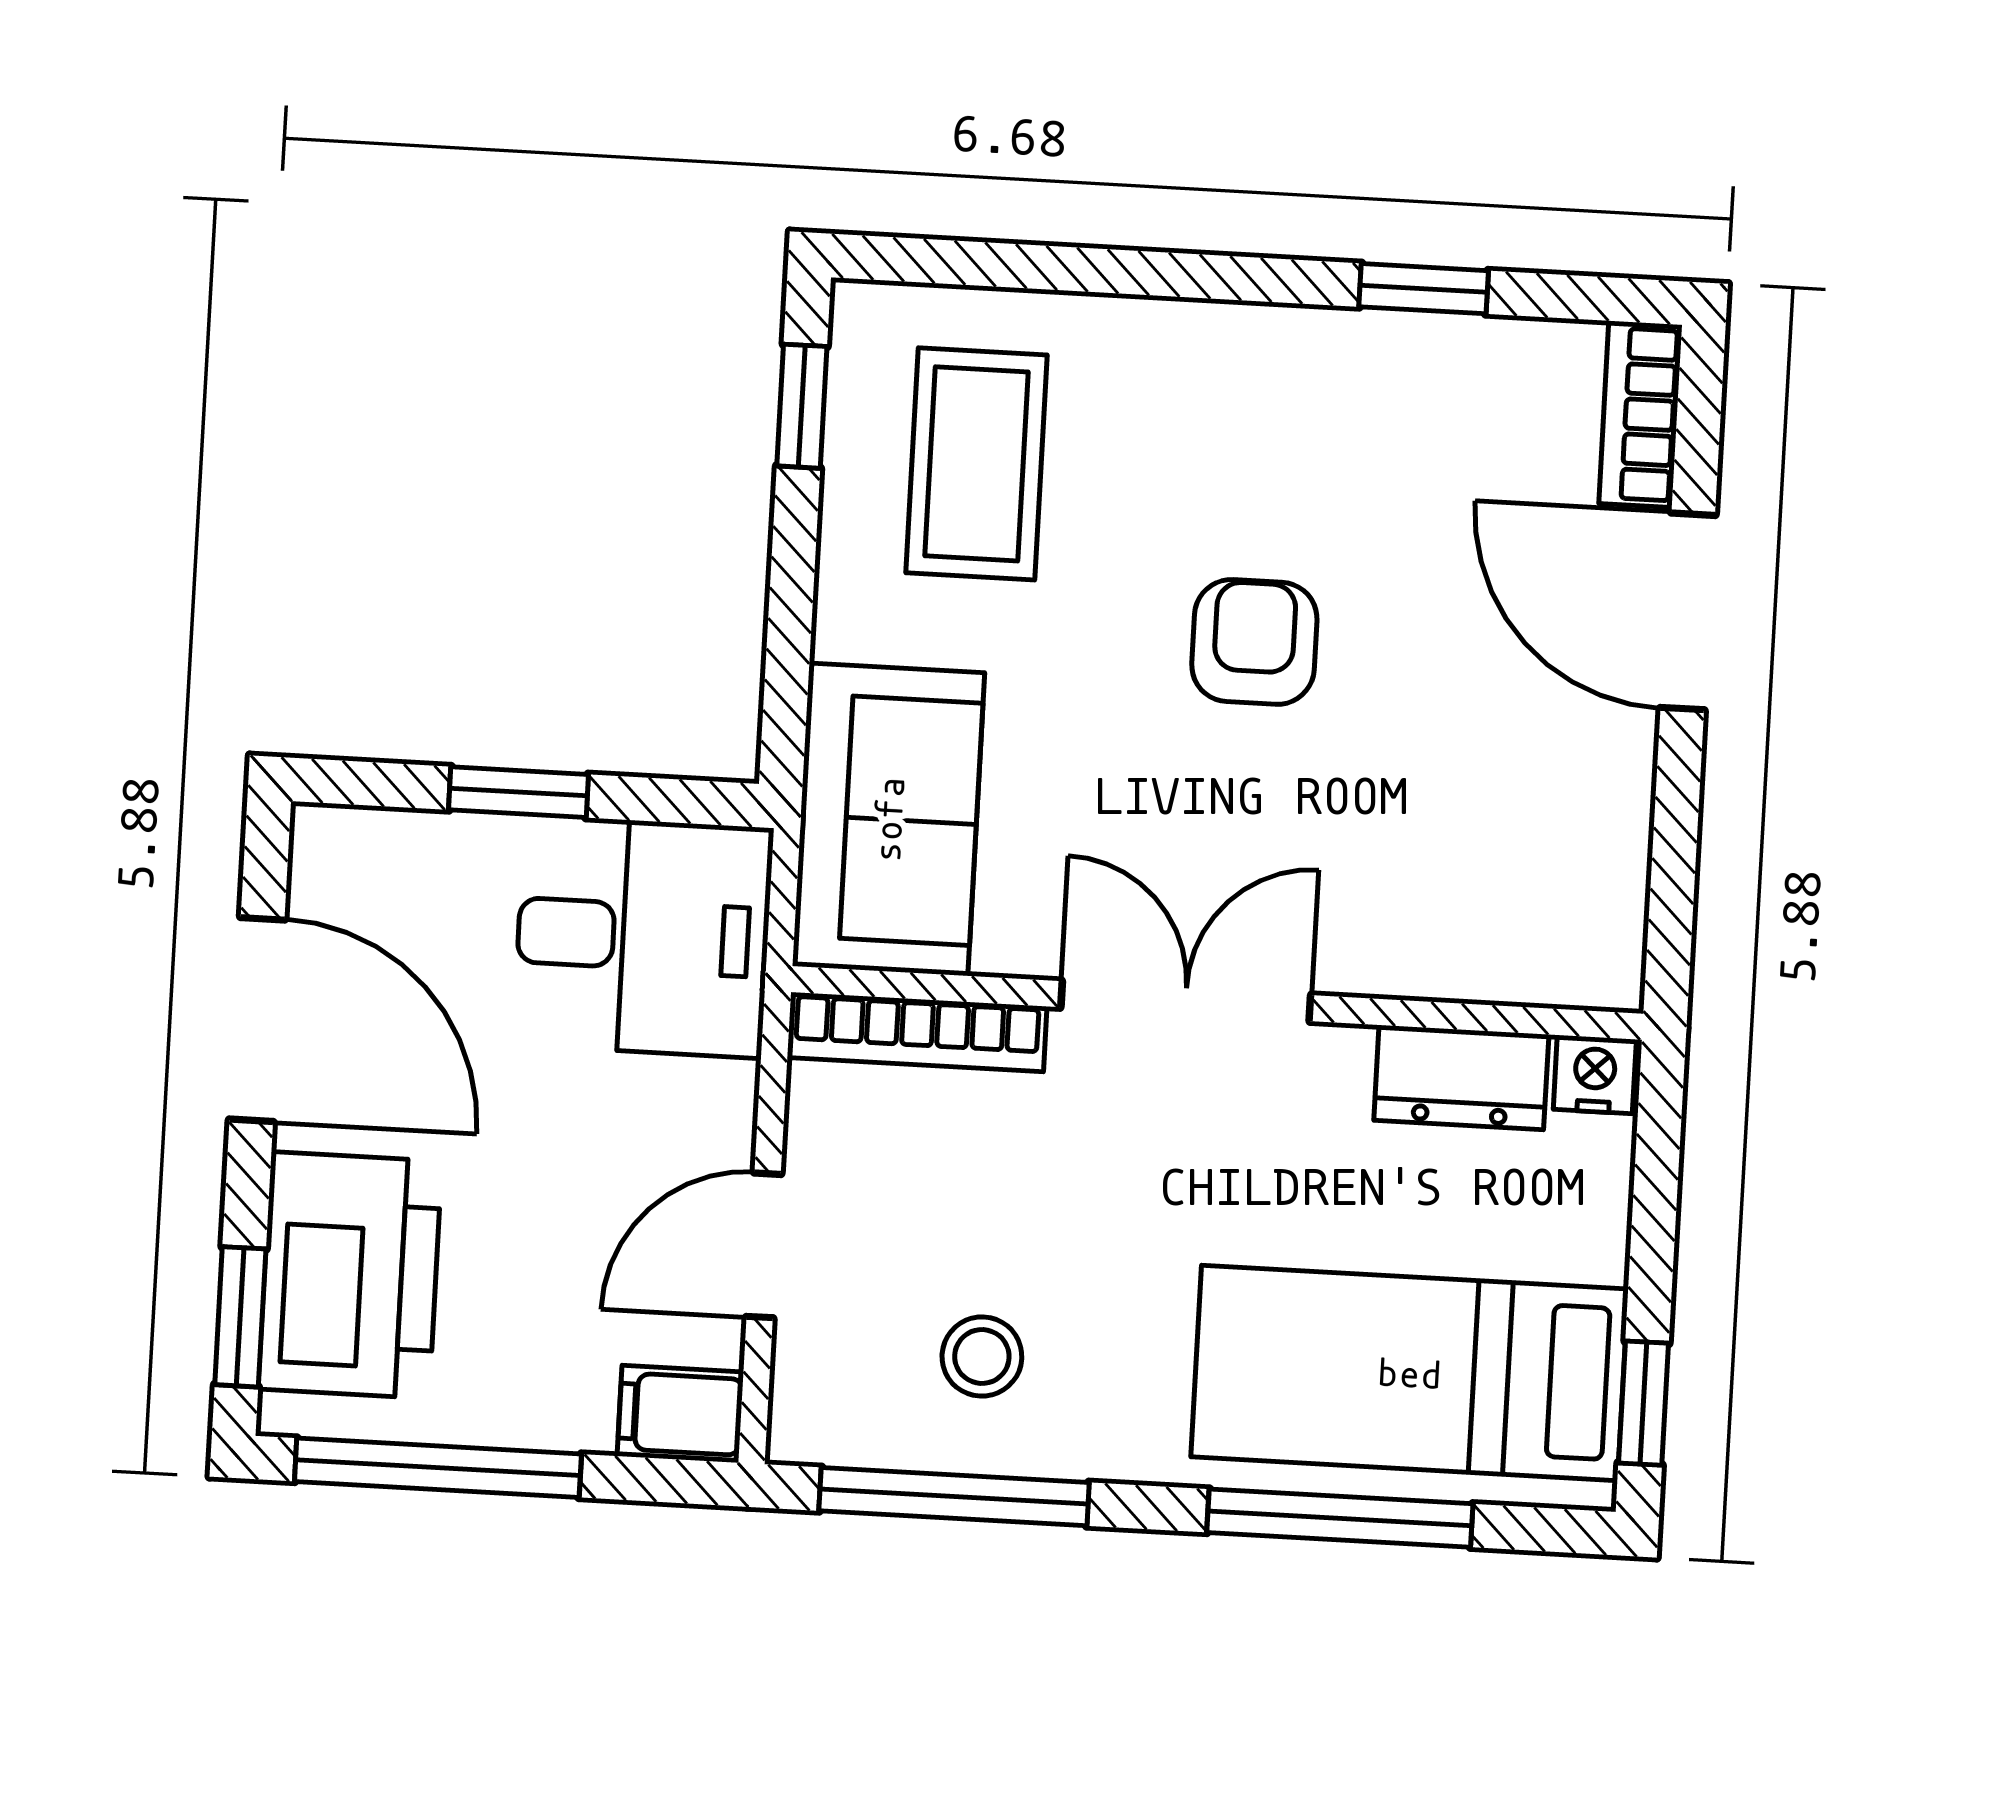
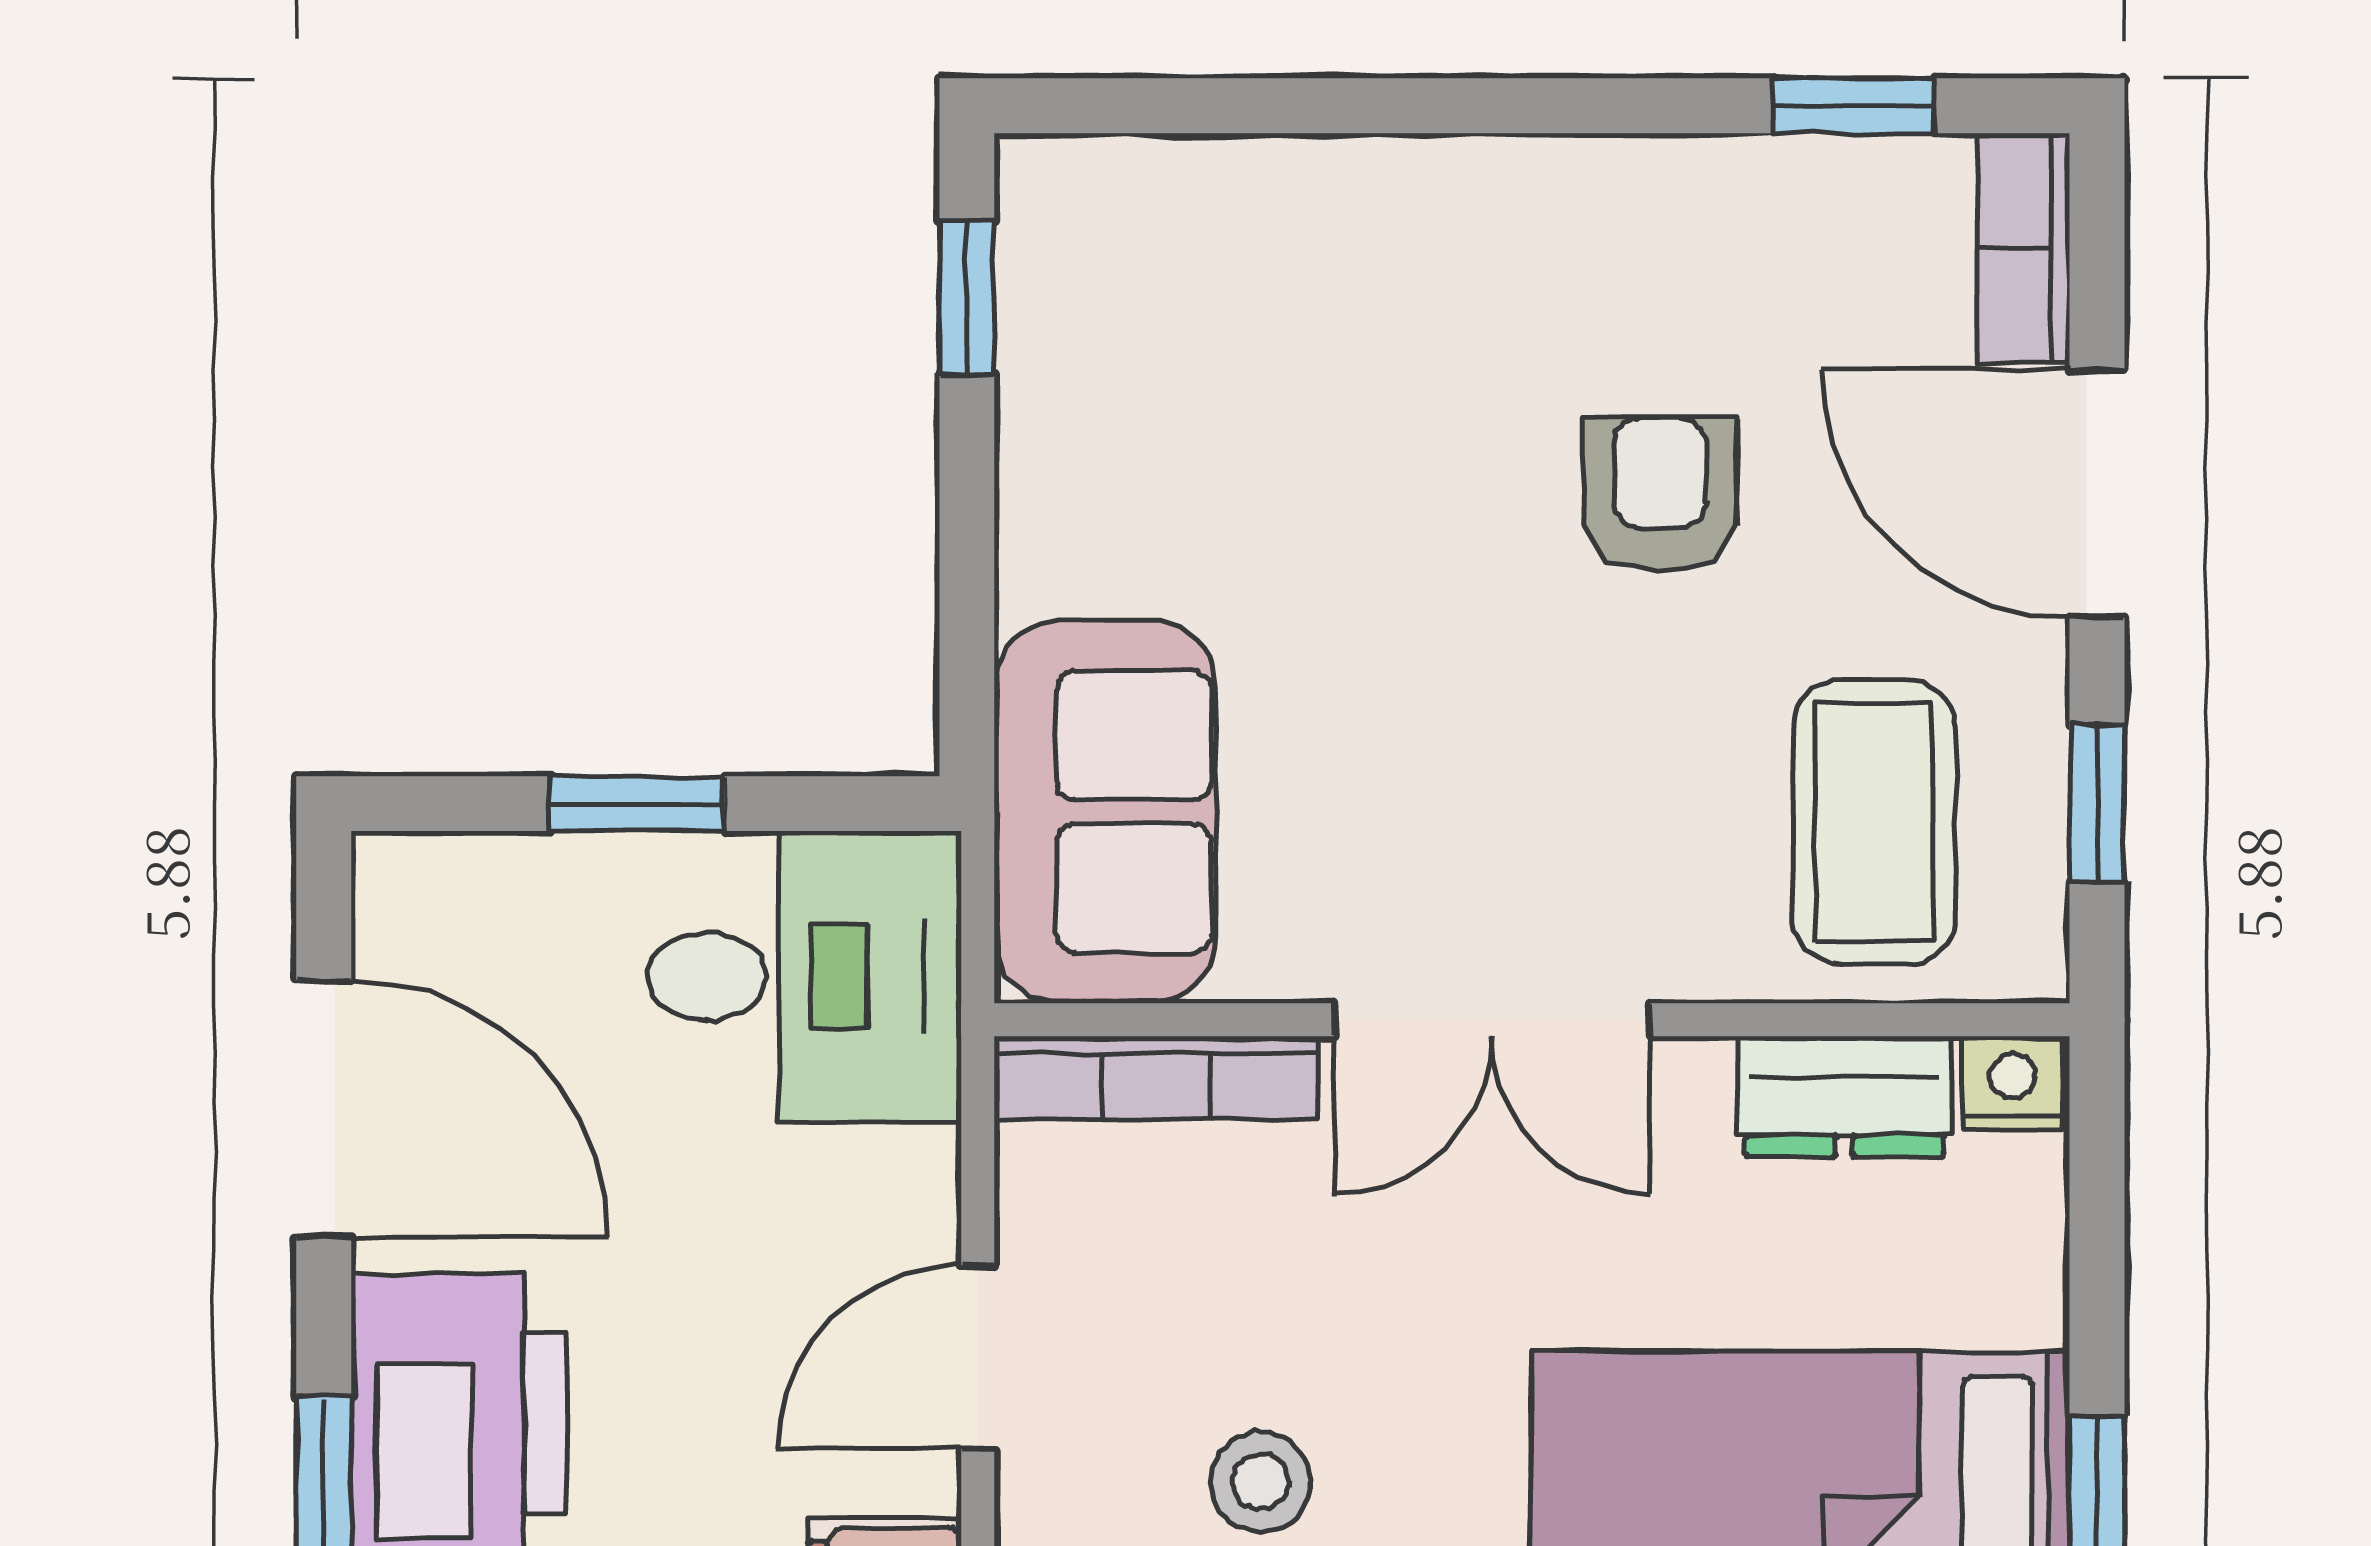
window: (1424, 289) -> (1854, 106), moved
coffee table: (977, 464) -> (1874, 822), moved
armchair: (1254, 642) -> (1660, 495), moved
window: (1674, 856) -> (2097, 803), added
double door: (1186, 1001) -> (1492, 1020), swing flipped

